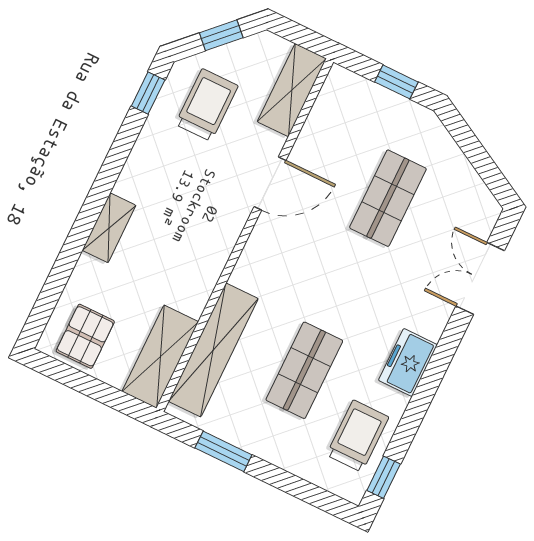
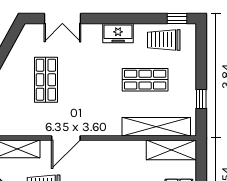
door: (270, 184) -> (66, 138), swing flipped
shop shelf: (388, 198) -> (46, 80), turned 90
window: (223, 451) -> (201, 99), width x0.67

